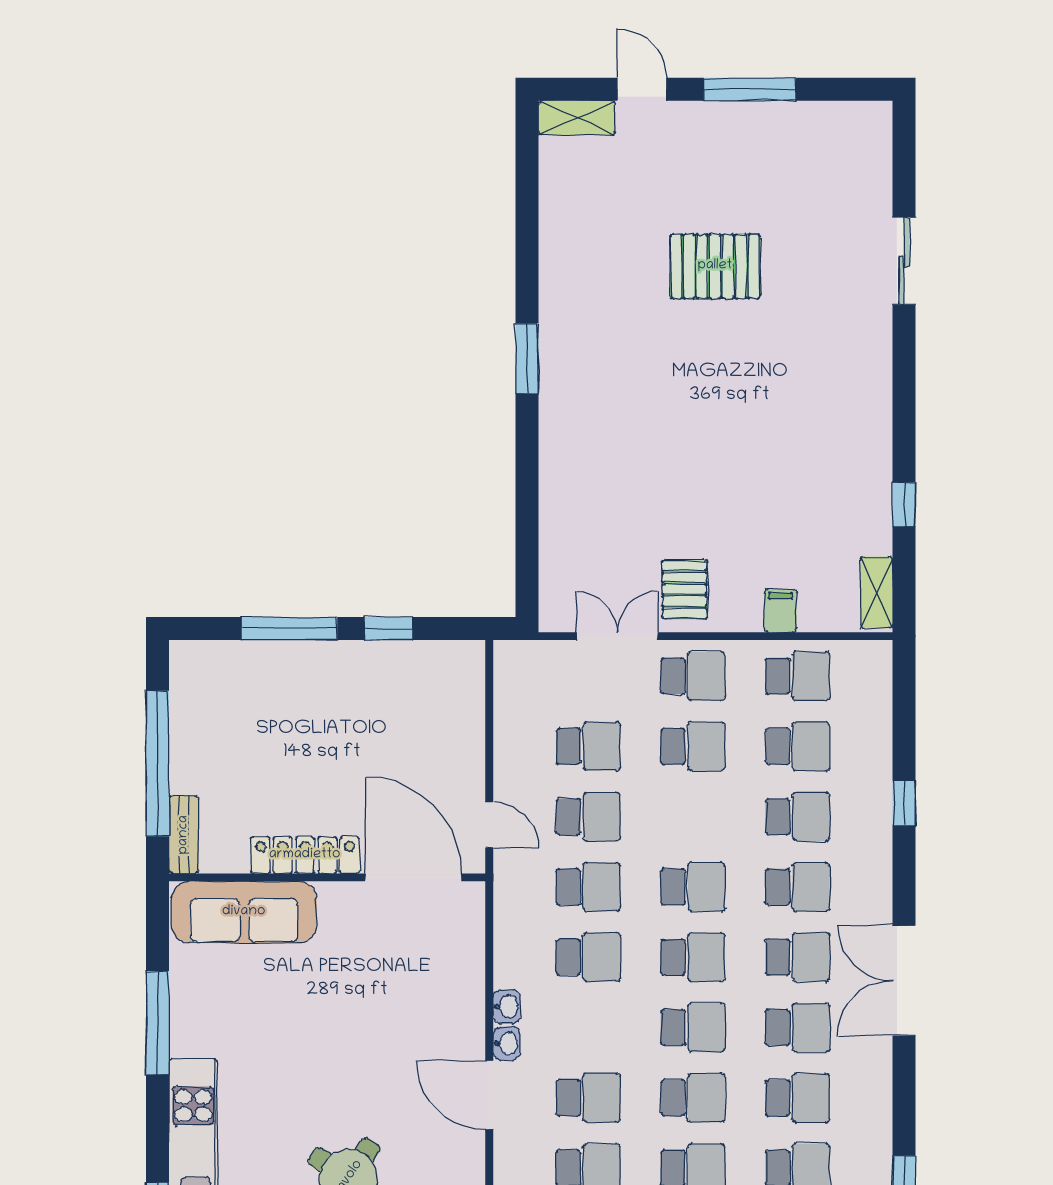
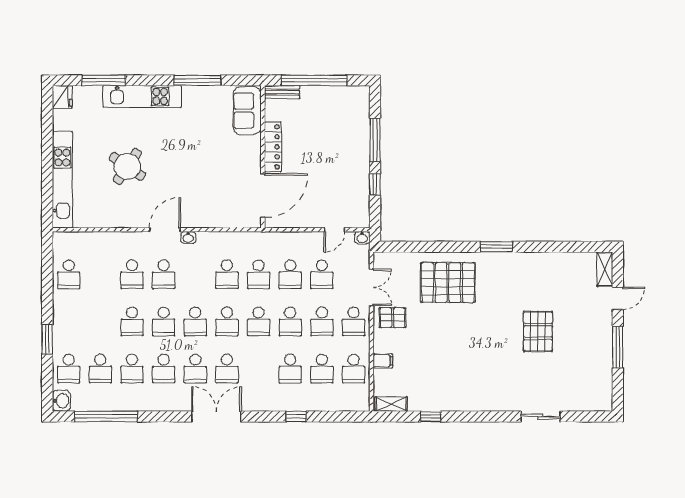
pallet: (606, 466) -> (448, 283), added
door: (489, 825) -> (334, 230), moved
school desk: (798, 887) -> (290, 321), moved
sofa: (244, 912) -> (247, 111), width x0.73
washbasin: (507, 1007) -> (362, 238), moved

